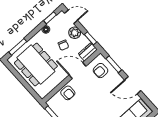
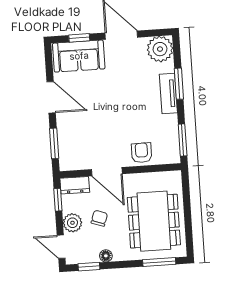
armchair: (100, 71) -> (77, 149), removed

